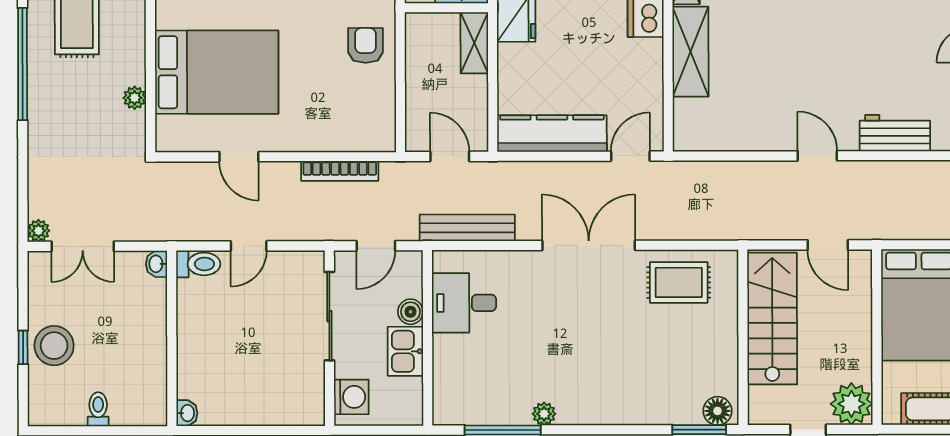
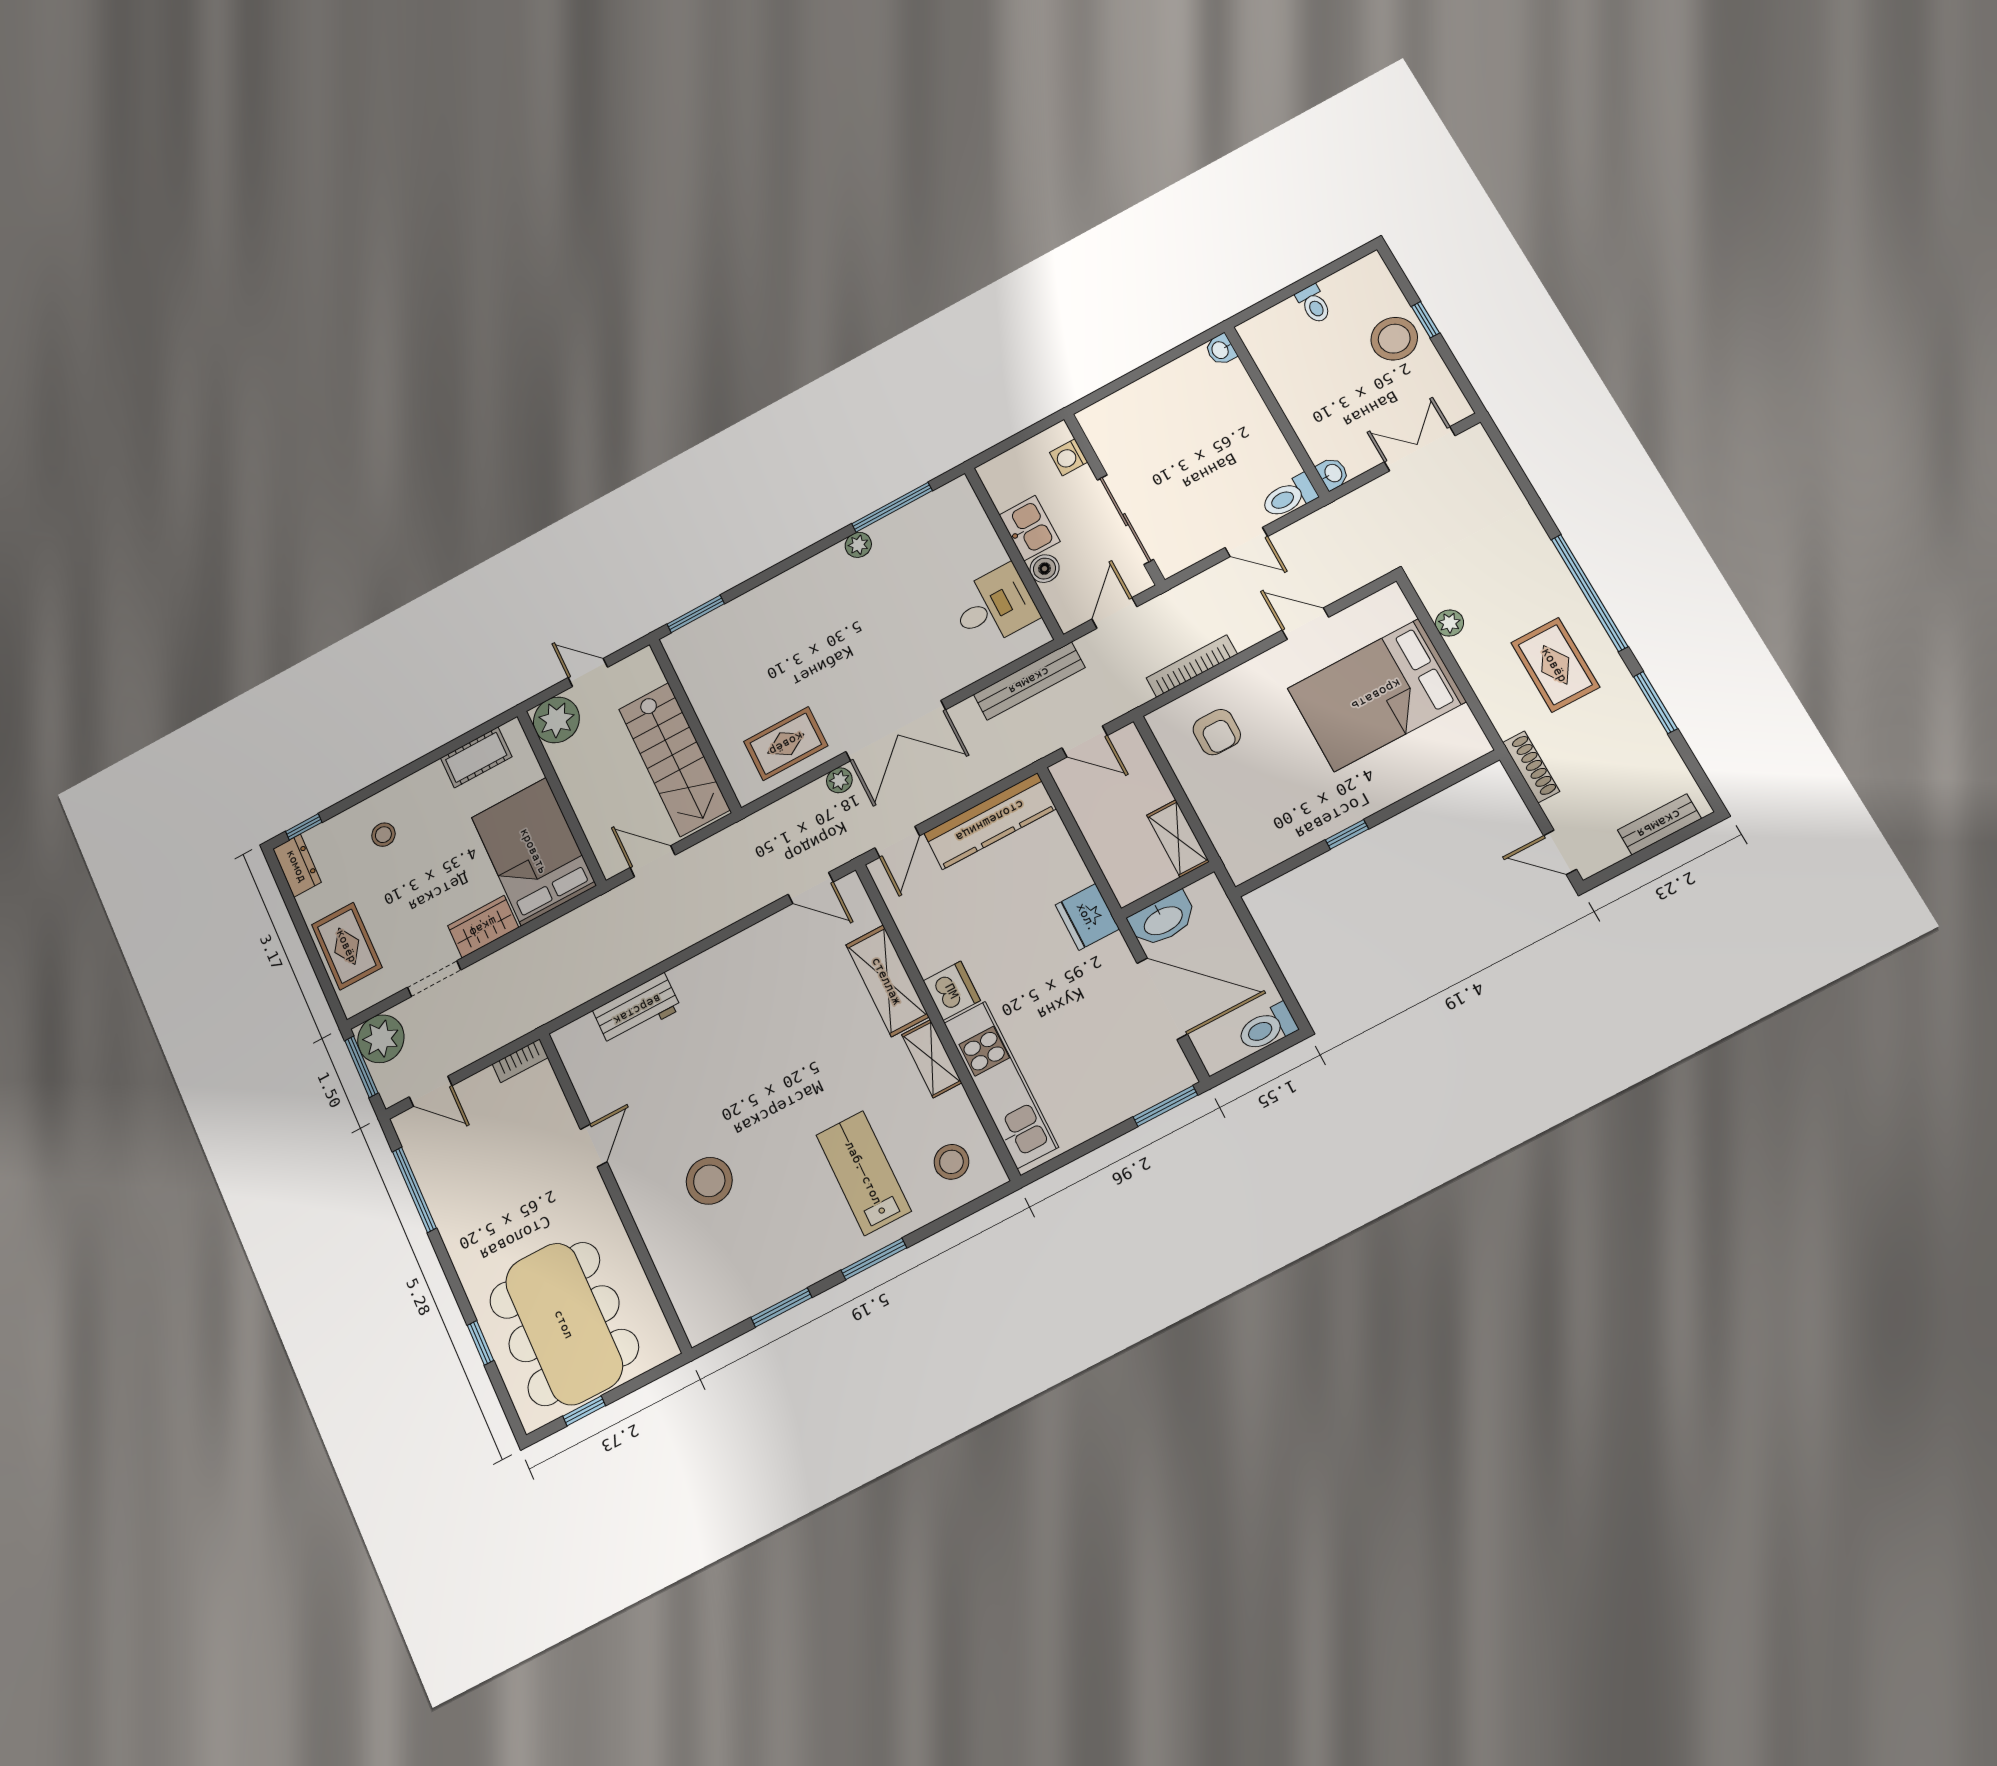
shelving: (474, 43) -> (1178, 838), moved
armchair: (366, 45) -> (1217, 732), moved
door: (817, 156) -> (811, 888), moved
plant: (39, 231) -> (839, 780), moved
door: (249, 246) -> (1246, 542), swing flipped
washing machine: (351, 397) -> (1069, 457), width x0.73, depth x0.73
floor lamp: (717, 411) -> (686, 641), removed

